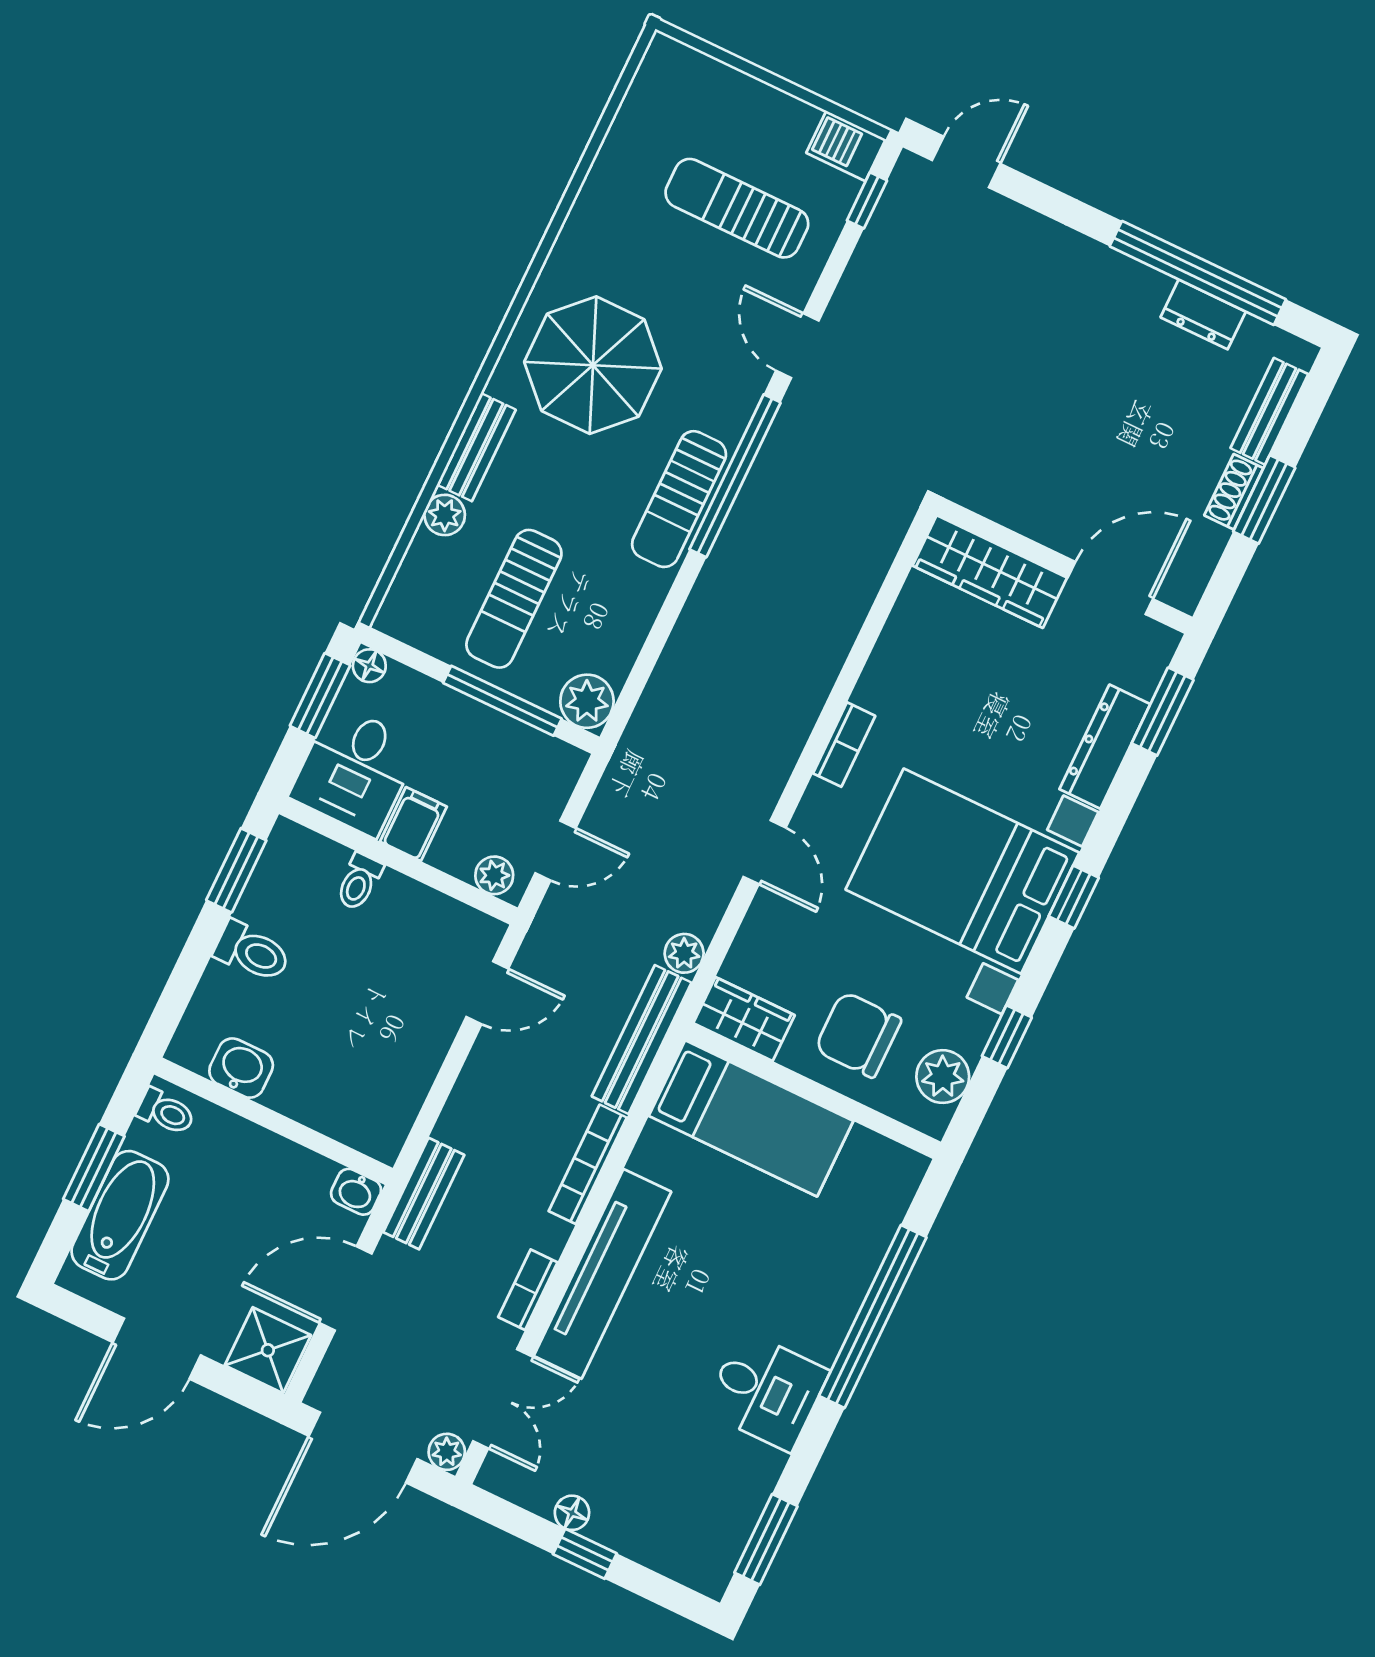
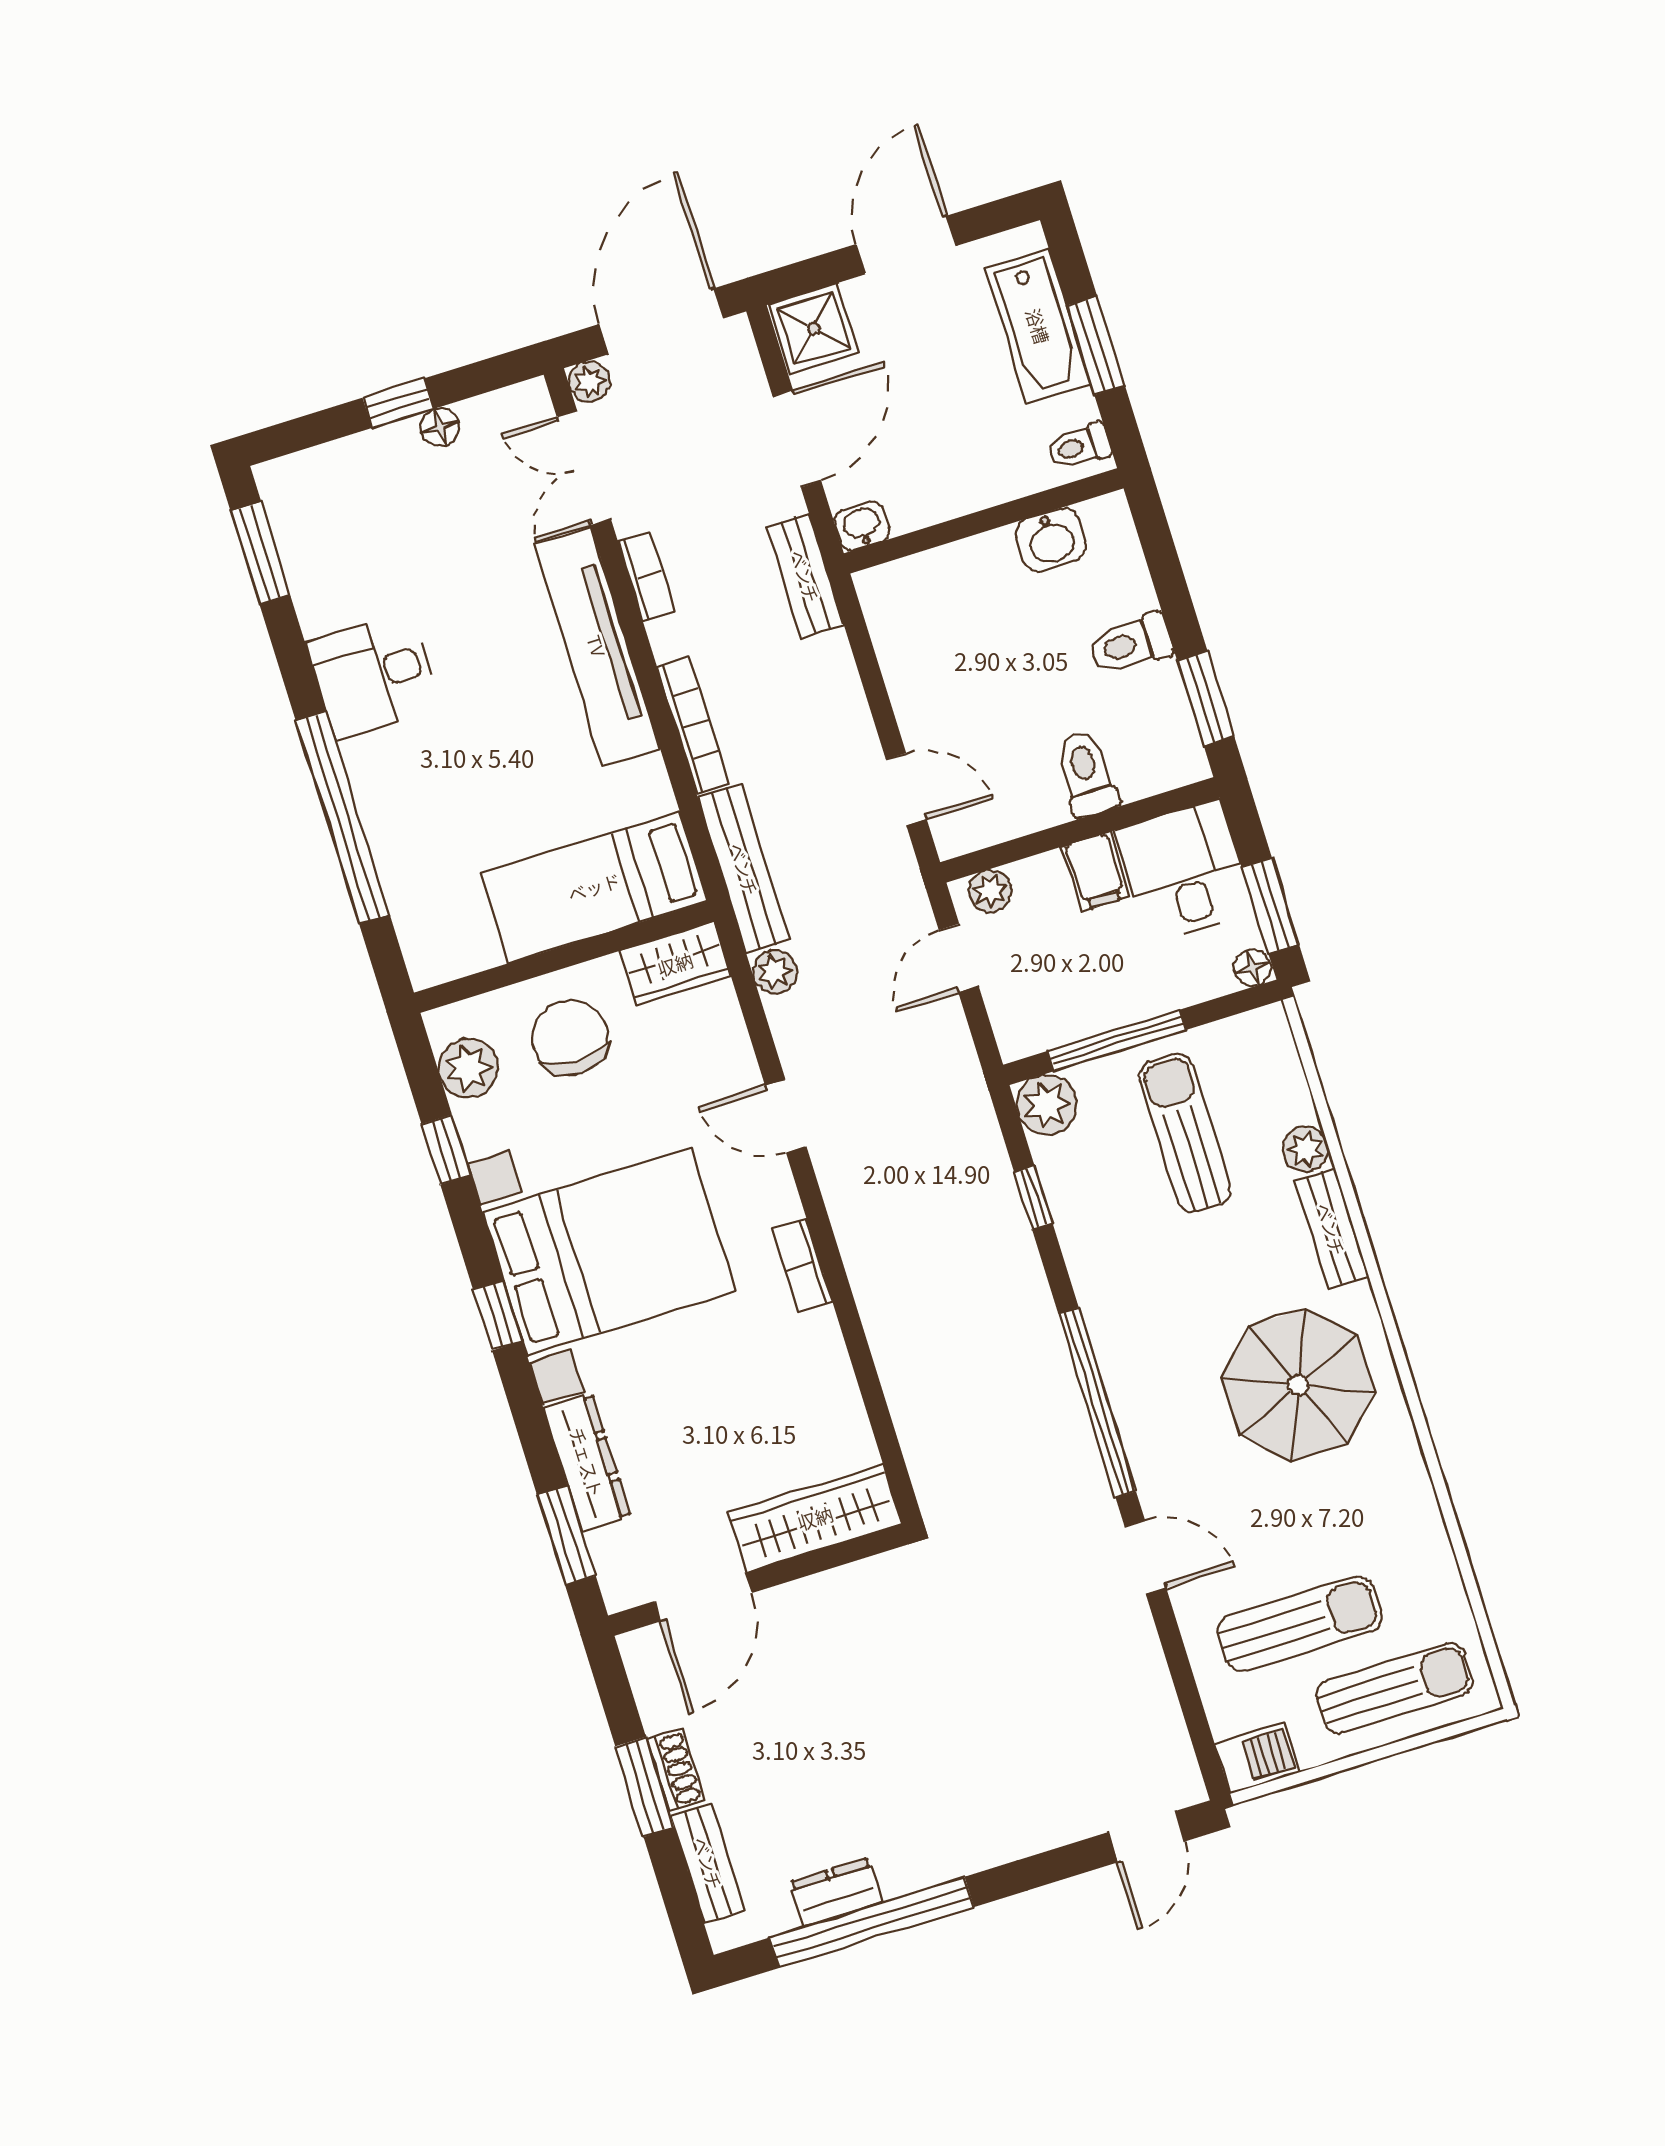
window: (867, 200) -> (1033, 1197), moved
sun lounger: (679, 499) -> (1394, 1688), moved, turned 90
toilet: (359, 882) -> (1086, 774), width x1.37, depth x1.39
door: (487, 993) -> (906, 789), swing flipped
chair: (858, 1035) -> (570, 1038), turned -90

